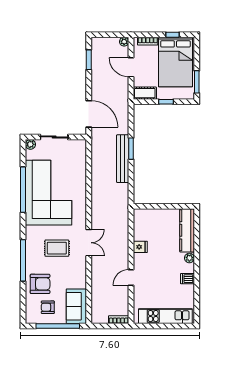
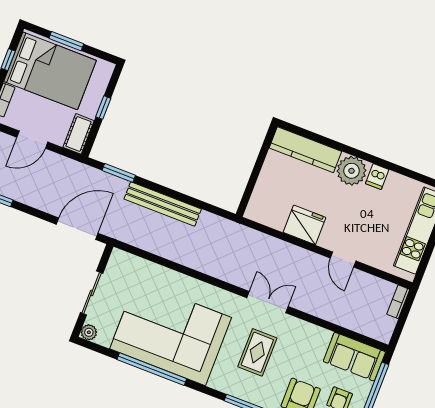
window: (197, 82) -> (66, 41), moved
window: (131, 149) -> (119, 173), moved
fridge: (140, 247) -> (304, 225), width x1.88, depth x1.34
plant: (189, 258) -> (352, 171), width x1.87, depth x1.87

